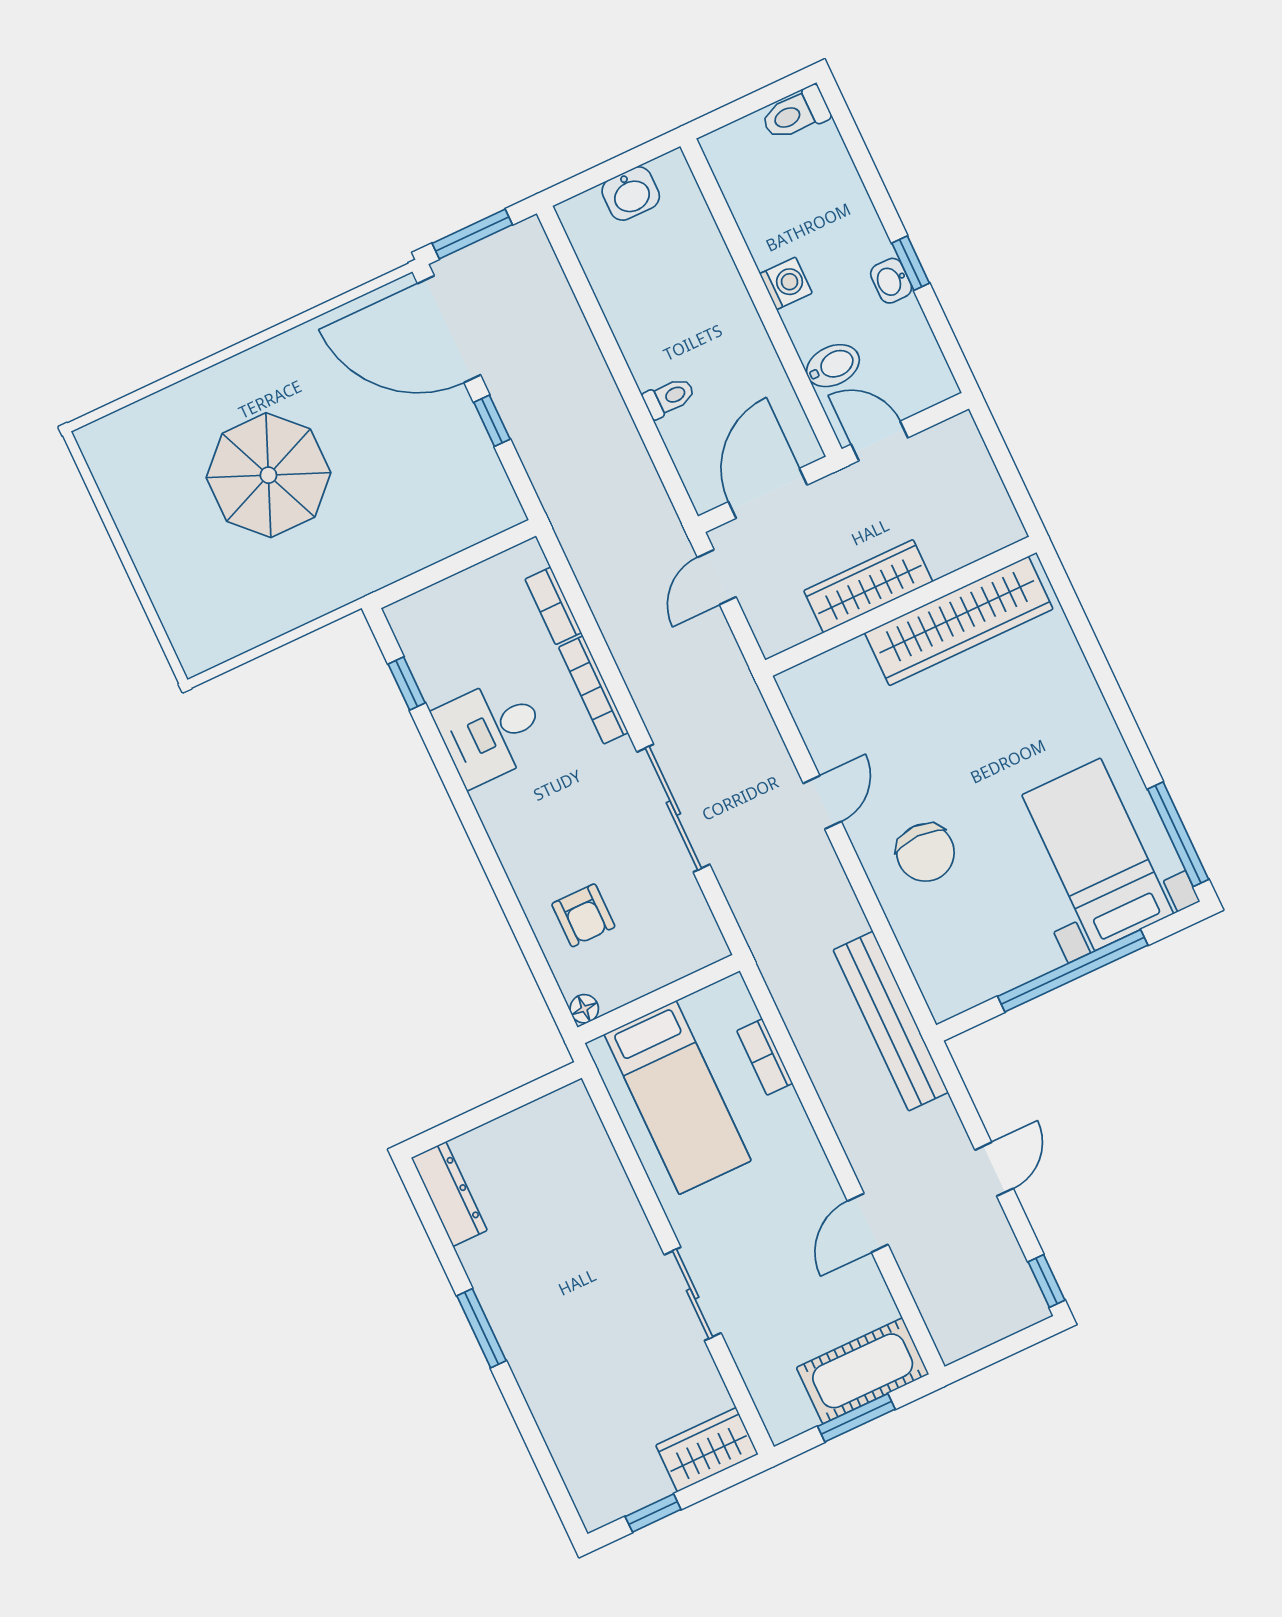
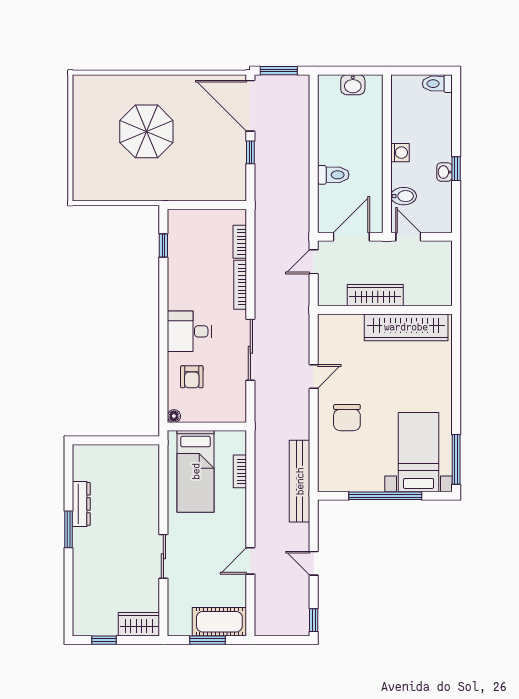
toilet: (669, 398) -> (333, 175), width x1.37, depth x1.39
desk: (491, 731) -> (189, 331), moved
door: (994, 1169) -> (314, 563), swing flipped
dresser: (449, 1194) -> (81, 504), moved

